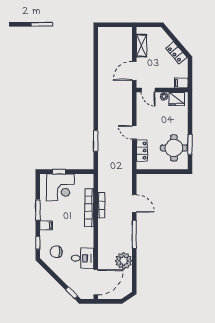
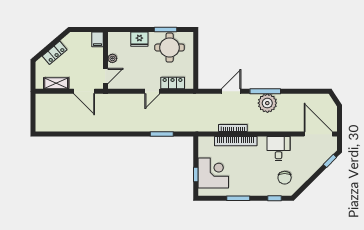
locker: (176, 53) -> (55, 53), moved
fridge: (177, 99) -> (139, 39), moved, turned 90
filing cabinet: (46, 225) -> (255, 189), removed
desk: (83, 258) -> (278, 149), moved
plant: (124, 261) -> (267, 103), moved

